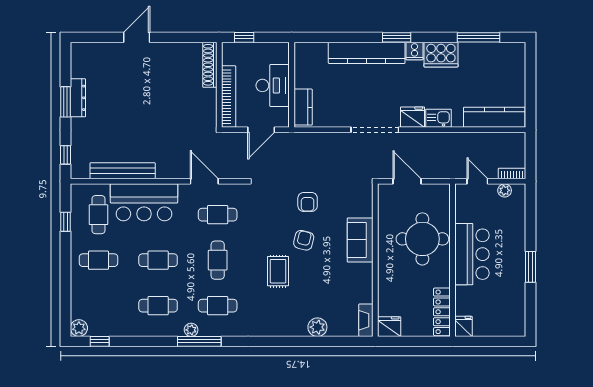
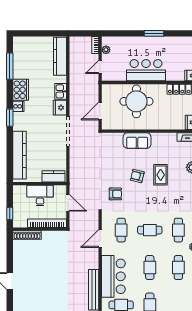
kitchen counter: (367, 53) -> (19, 155), moved
armchair: (308, 202) -> (115, 194), moved
rug: (278, 271) -> (161, 175), moved, turned 90

